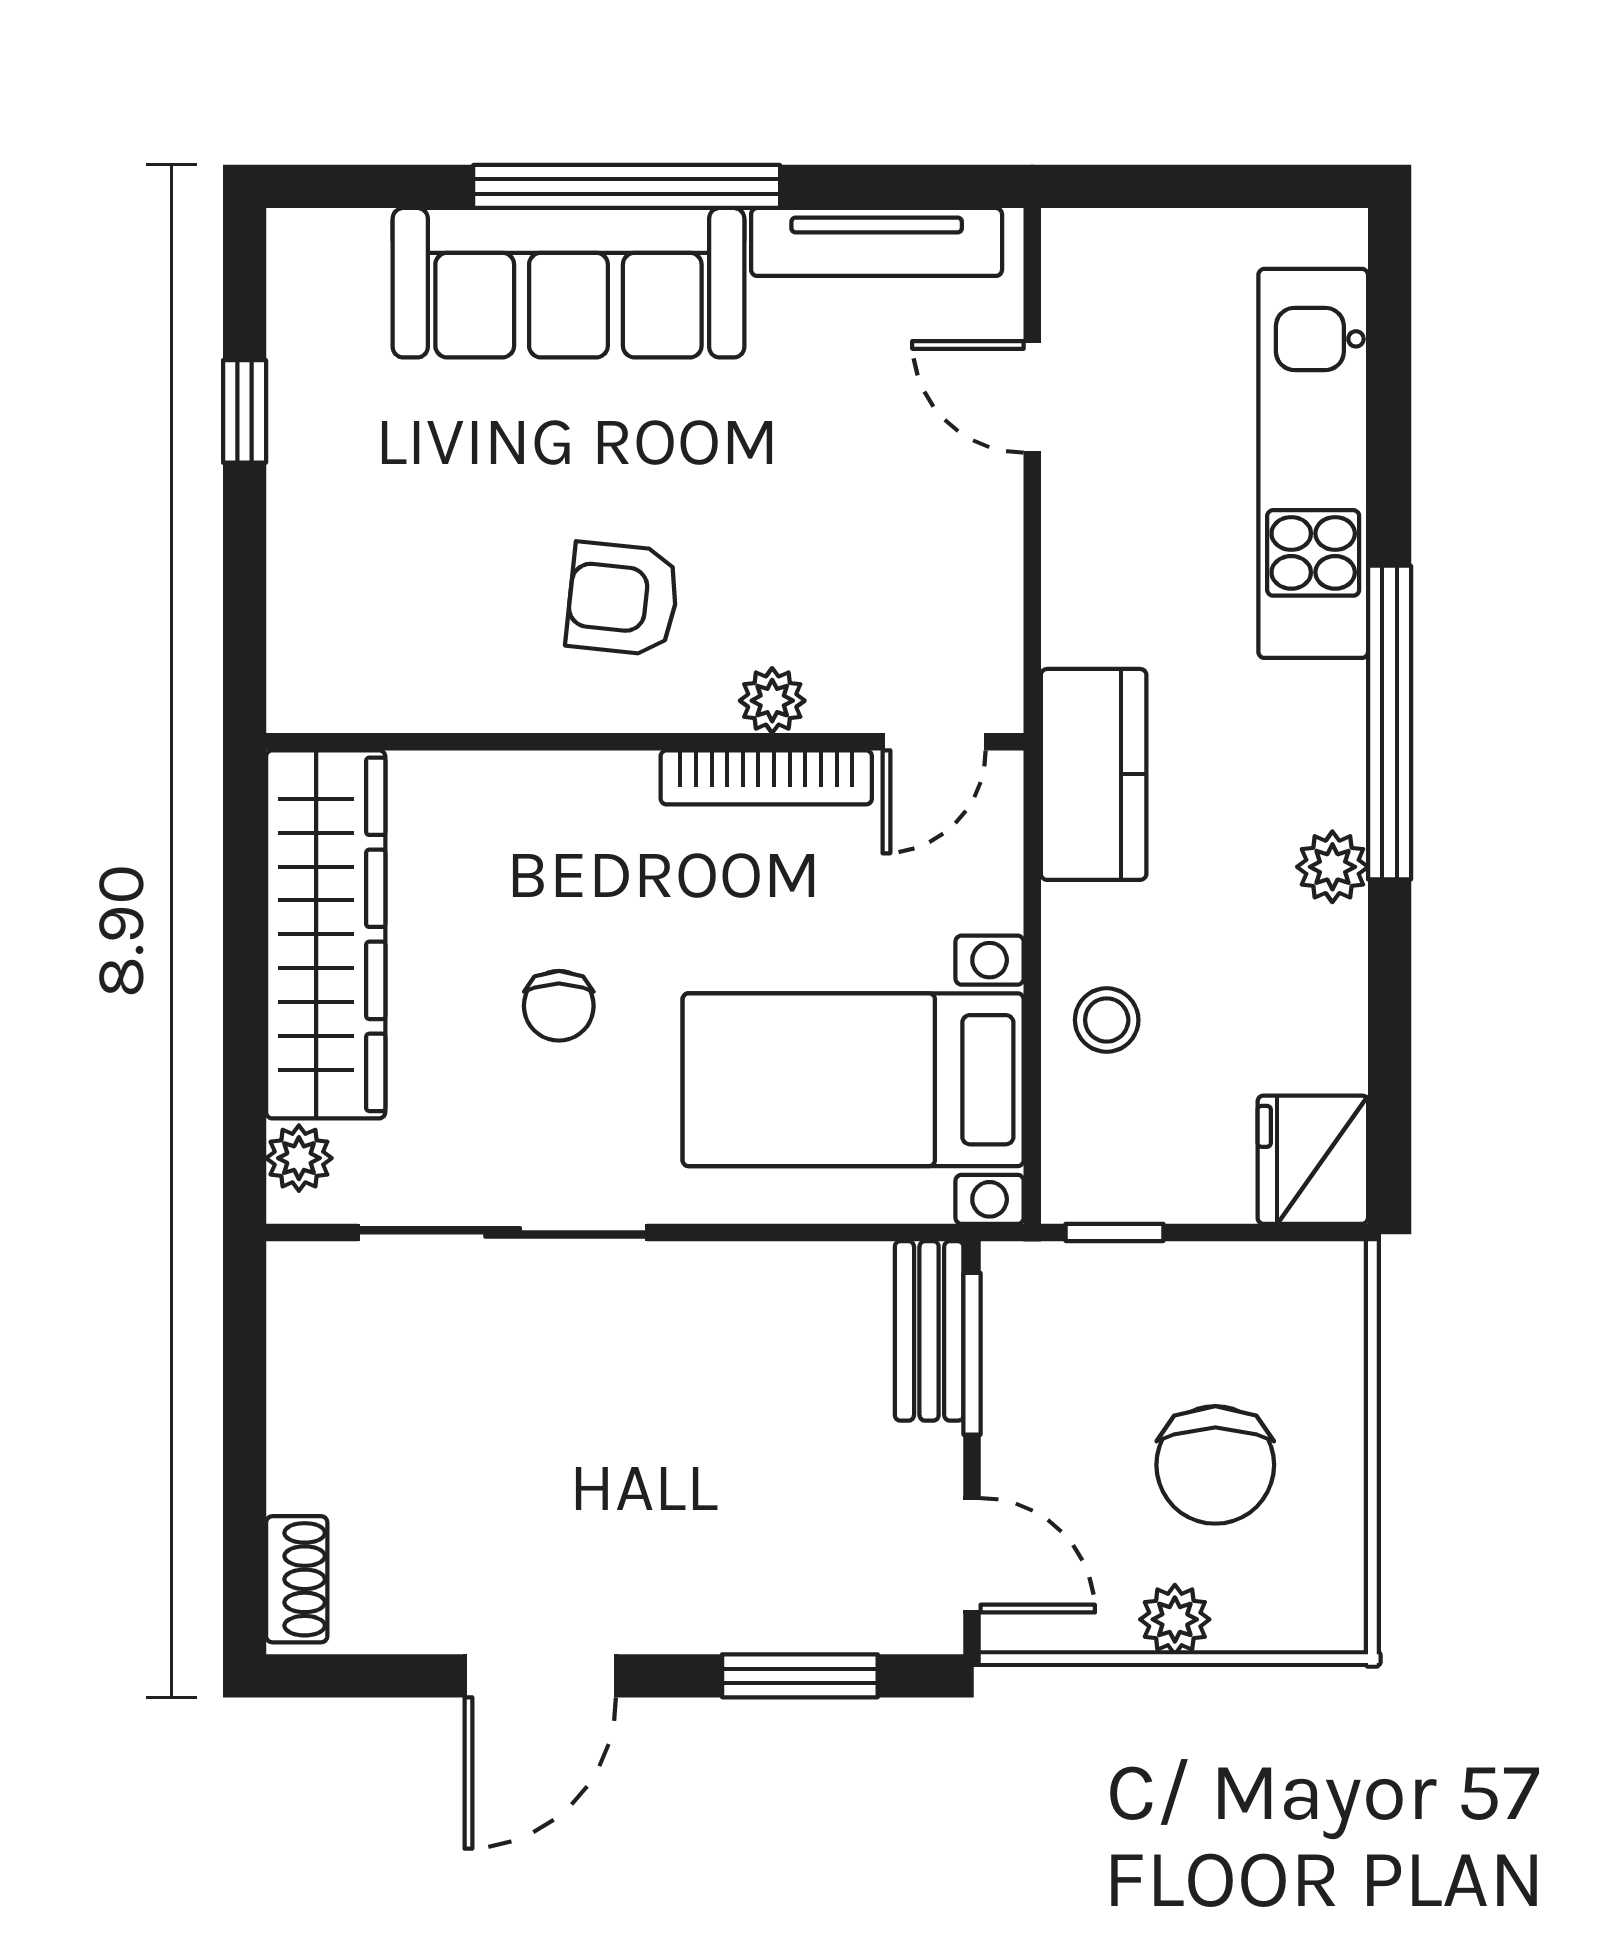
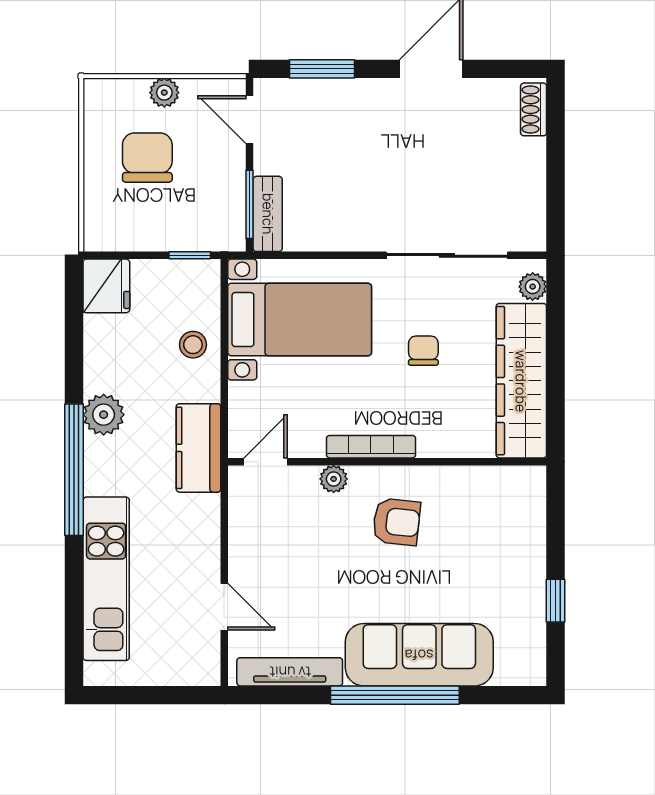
bookcase: (766, 777) -> (371, 447), moved
plant: (1332, 867) -> (104, 415), width x1.38, depth x1.38

